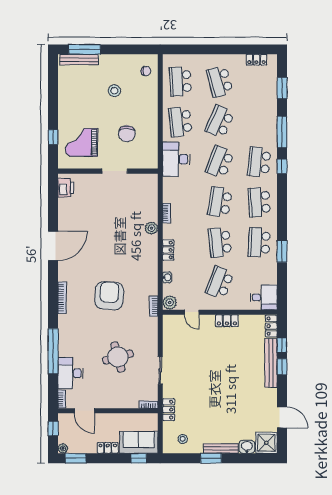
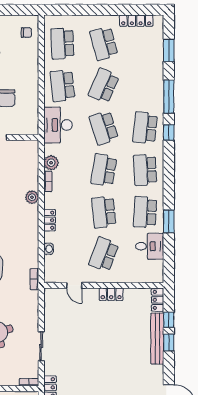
locker: (257, 60) -> (136, 21), width x1.53
school desk: (220, 162) -> (104, 128), turned -39
desk: (264, 297) -> (150, 246), moved
plant: (170, 303) -> (51, 163), moved

